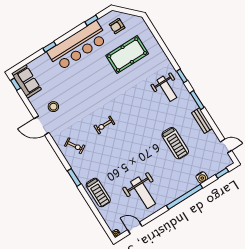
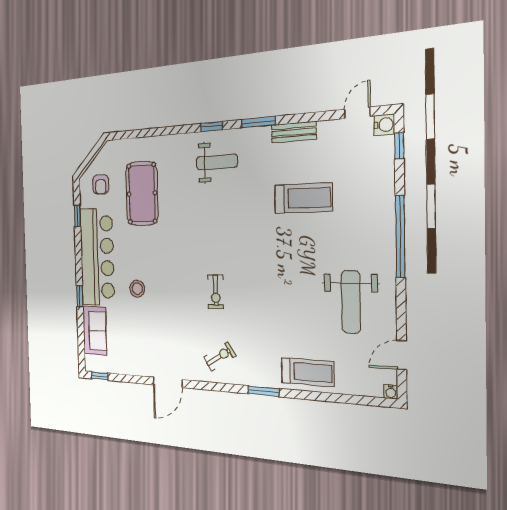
sofa: (26, 81) -> (95, 331), moved, turned 90
stool: (53, 107) -> (137, 289), moved
water cooler: (202, 177) -> (384, 125), moved
weight bench: (143, 193) -> (351, 302), turned 90

